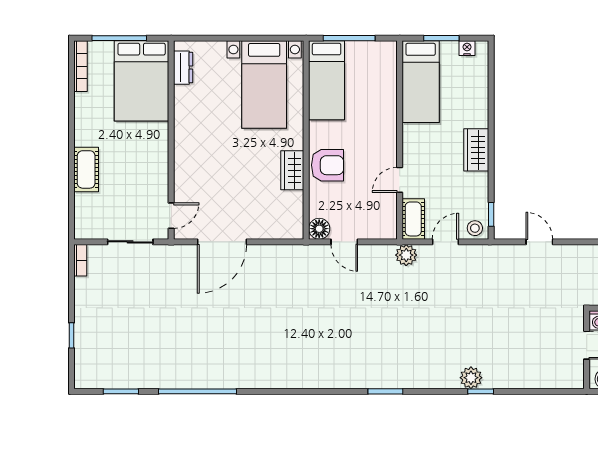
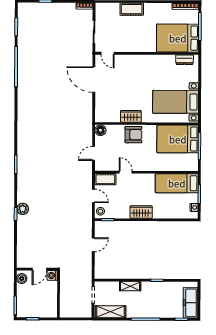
bed: (327, 80) -> (178, 139), width x1.50
armchair: (327, 165) -> (133, 135), turned -90
door: (344, 242) -> (94, 153), moved
plant: (406, 255) -> (87, 175), removed

